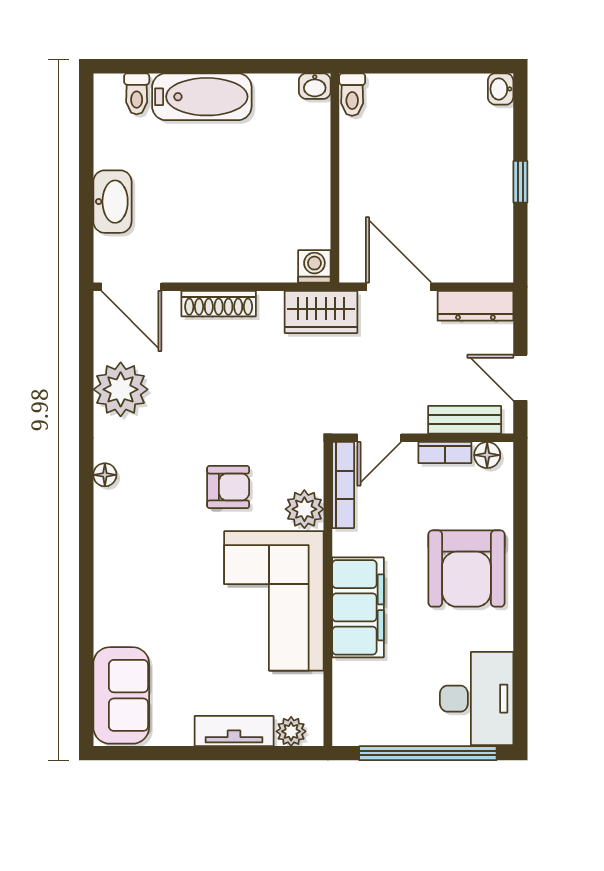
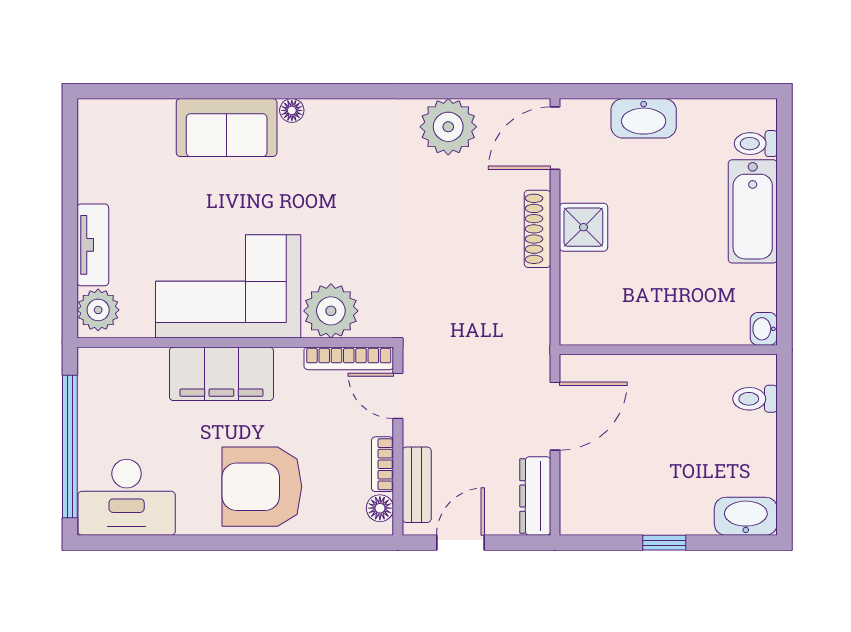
washbasin: (501, 89) -> (746, 516), width x1.91, depth x1.45
toilet: (352, 95) -> (755, 399), moved
shower: (217, 259) -> (583, 227), added
washing machine: (314, 266) -> (576, 329), removed
wardrobe: (321, 312) -> (529, 335), removed
floor lamp: (105, 475) -> (292, 110), moved
armchair: (228, 487) -> (347, 239), removed
plant: (304, 509) -> (331, 311), width x1.36, depth x1.36
sofa: (121, 695) -> (227, 128), moved
plant: (291, 731) -> (98, 310), width x1.38, depth x1.38

